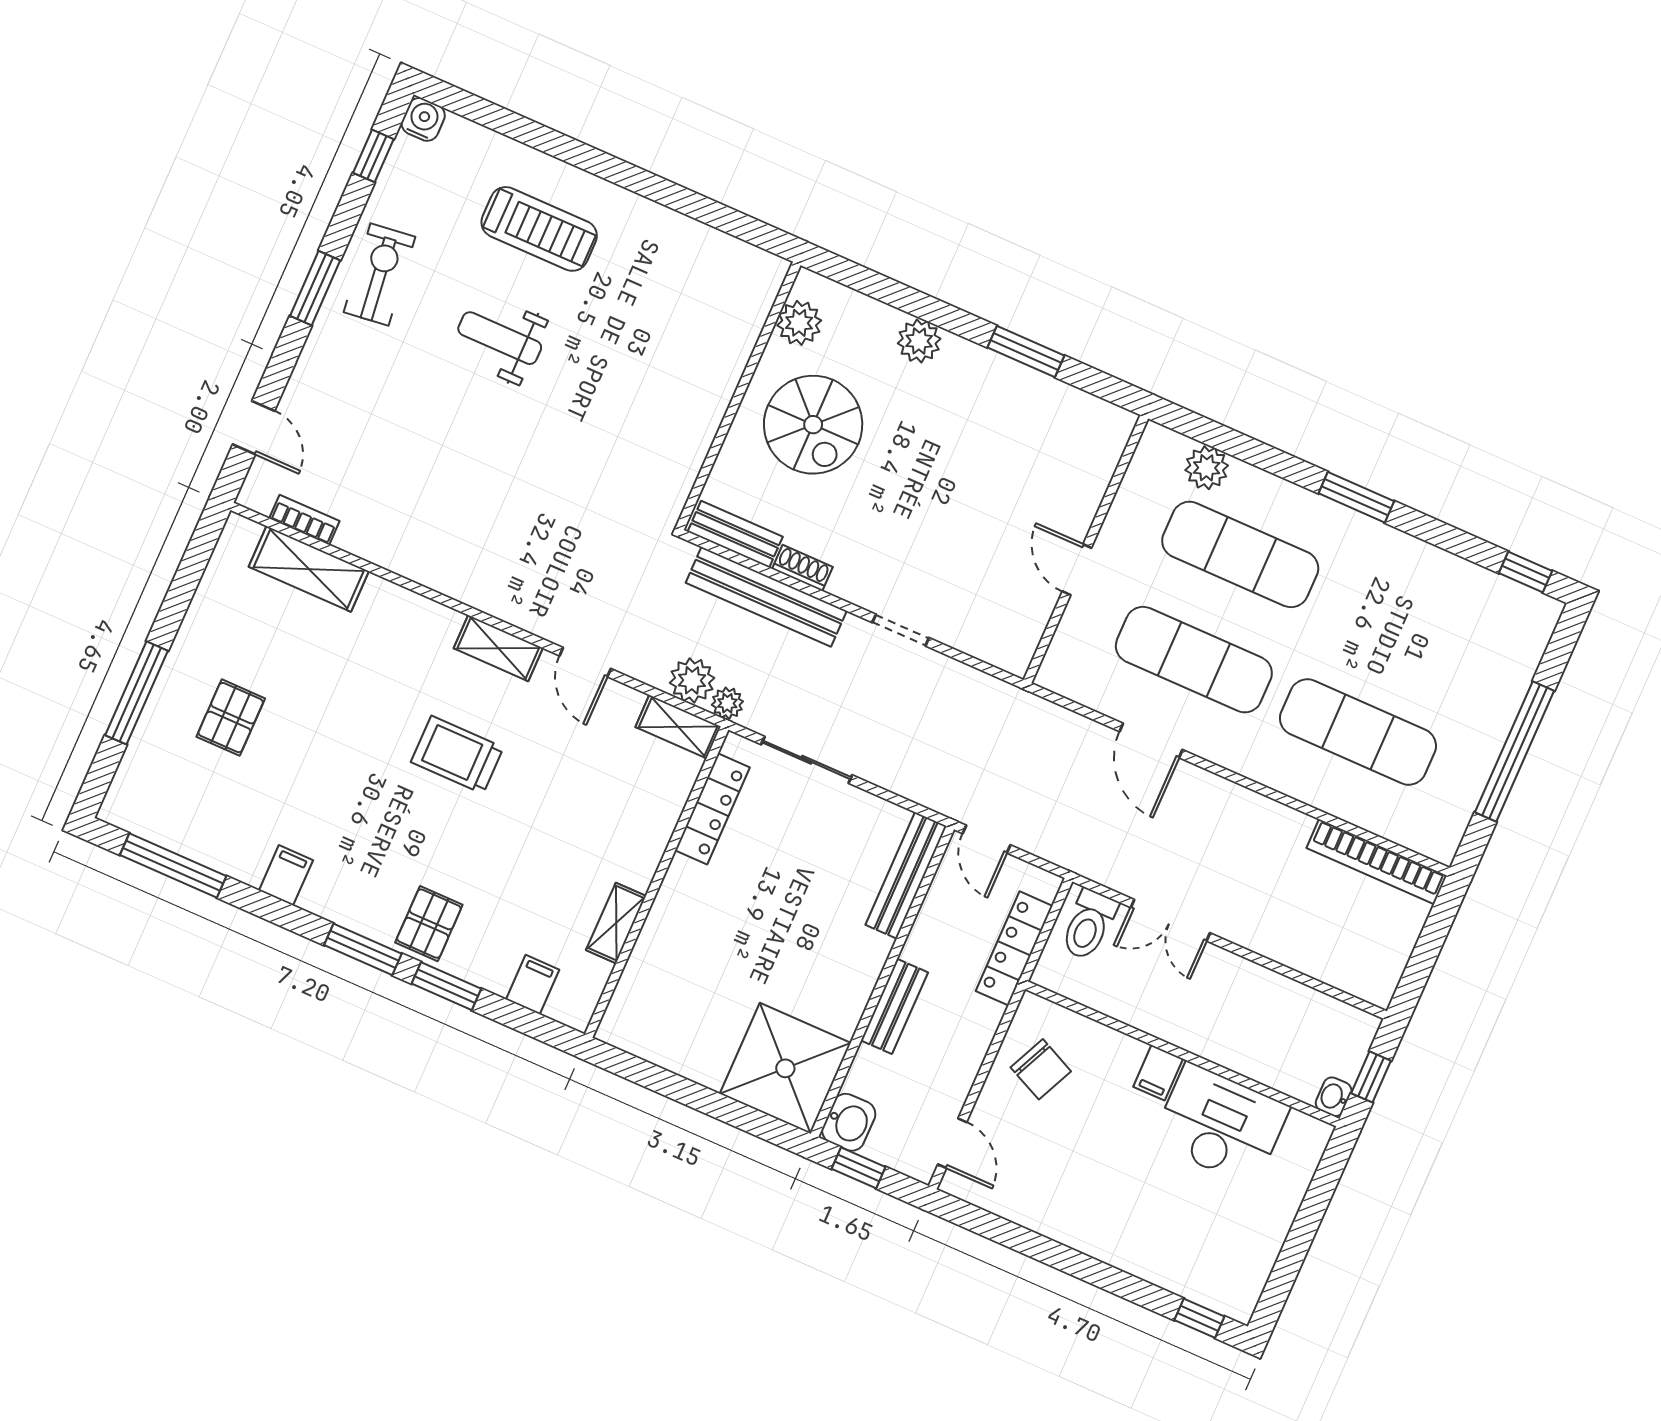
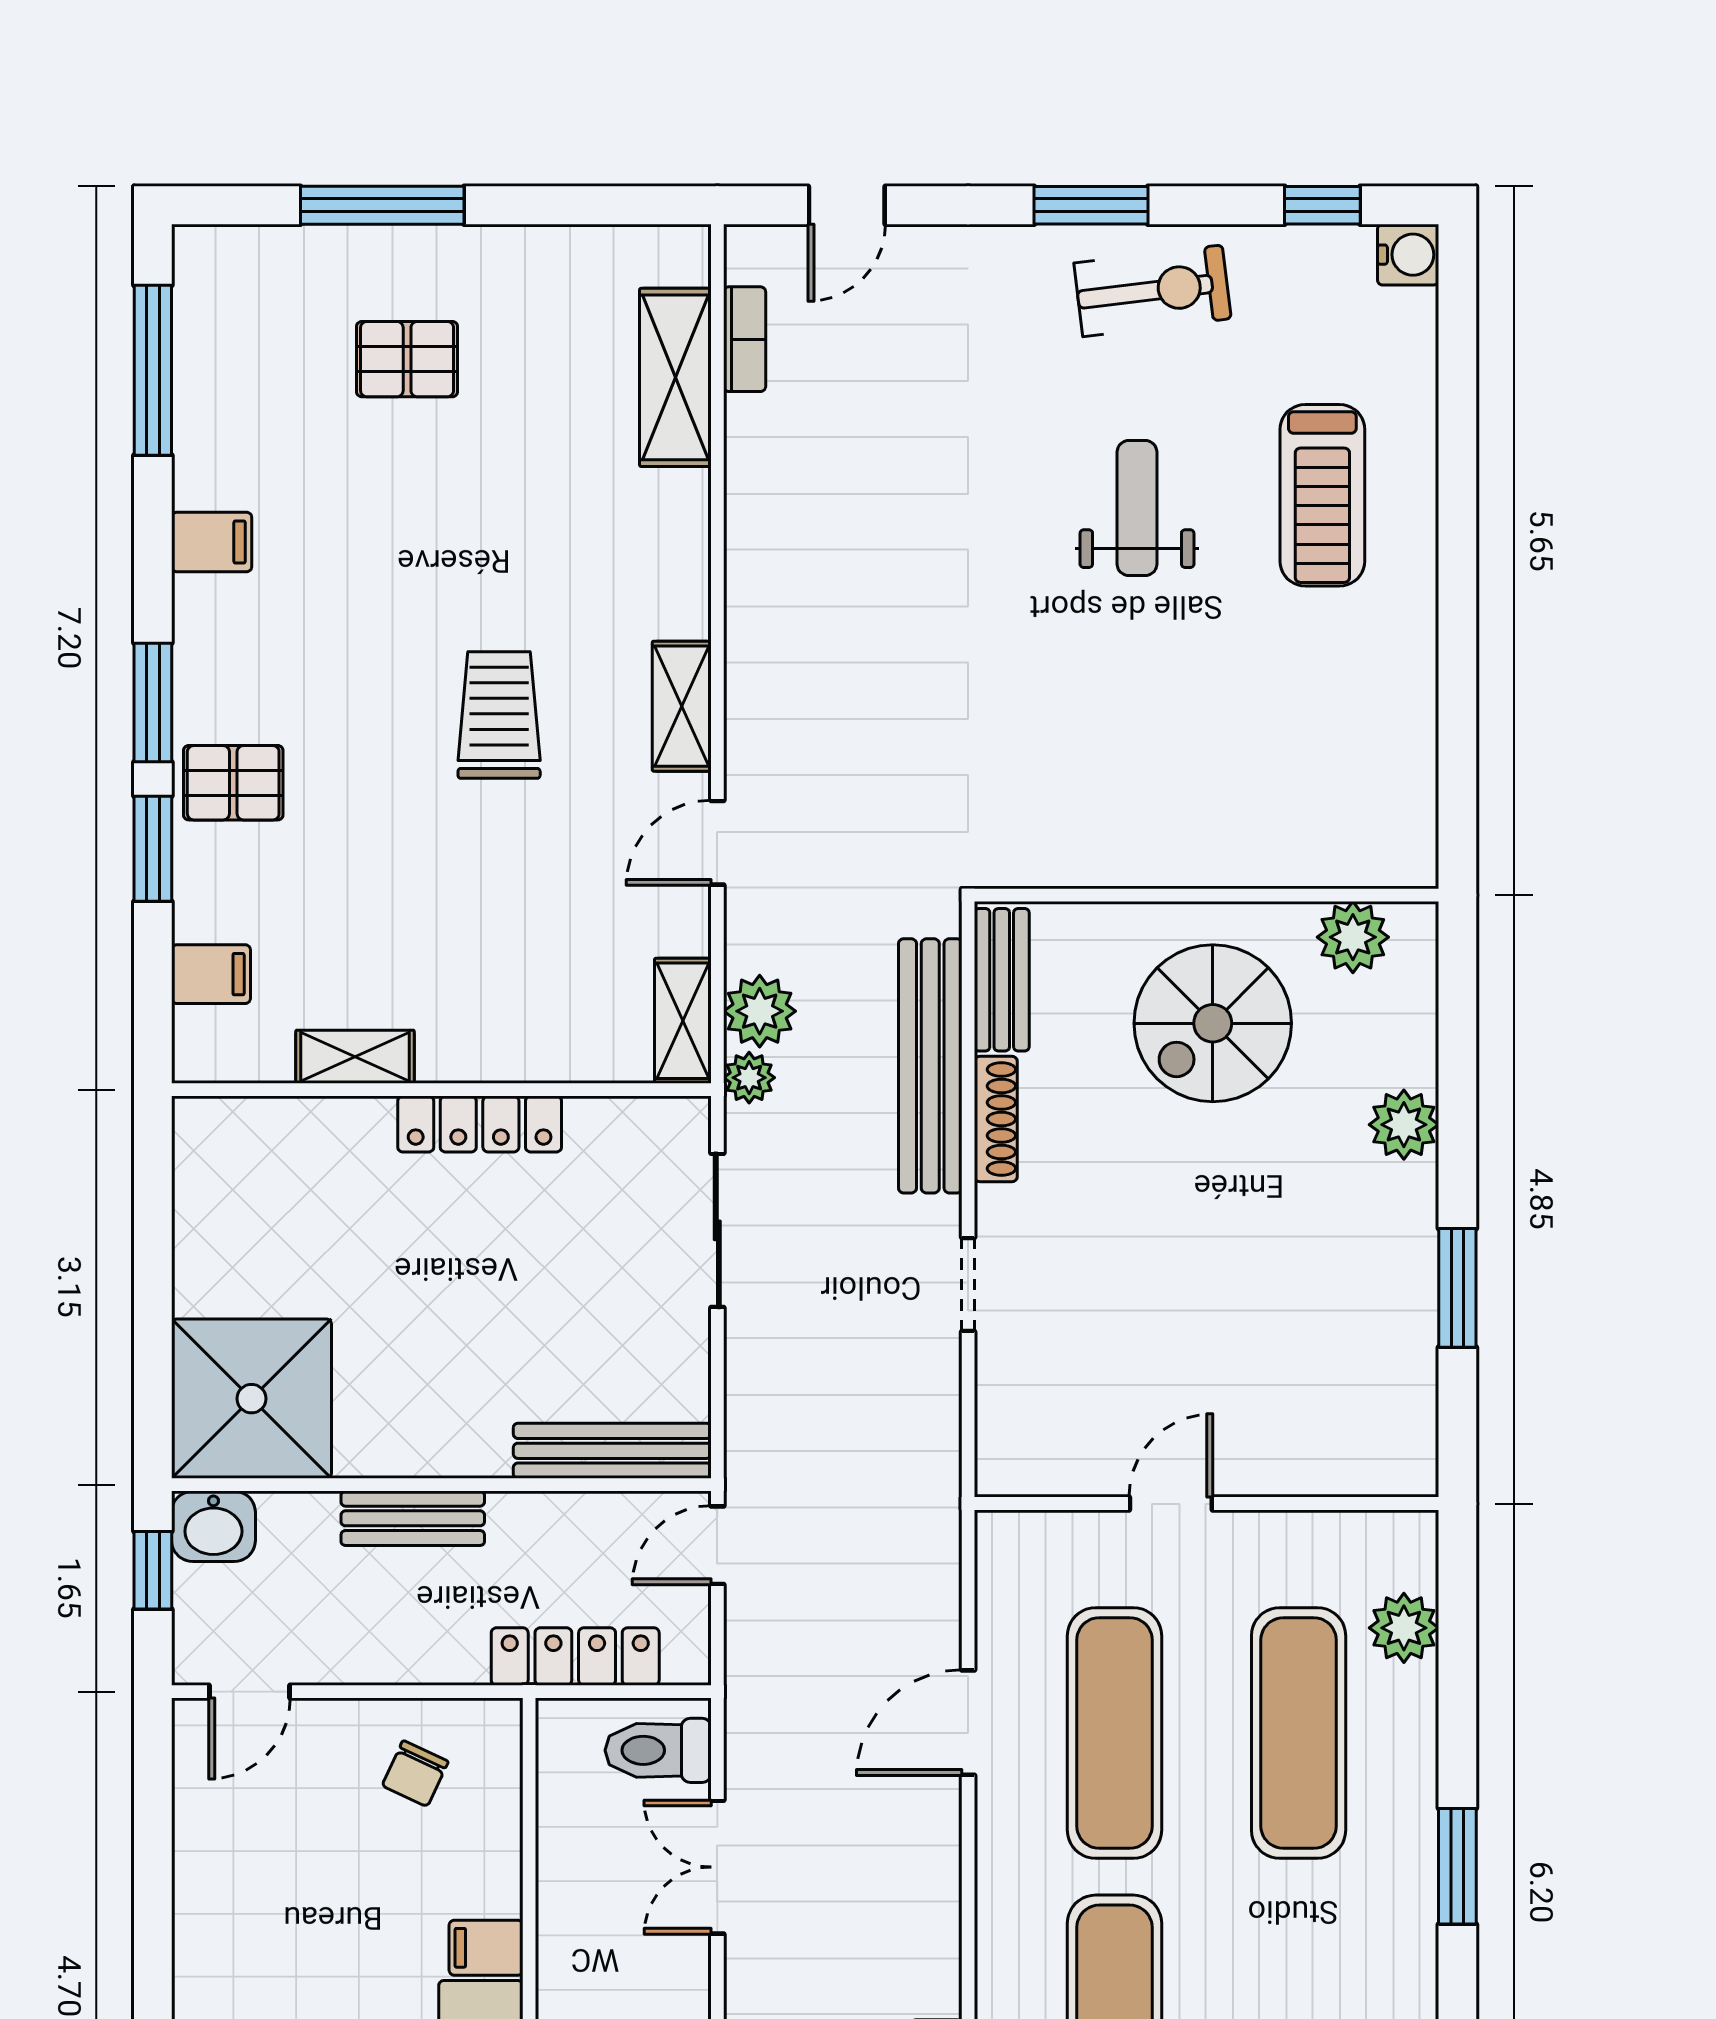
shoe rack: (802, 568) -> (996, 1119), width x1.43
locker: (712, 809) -> (480, 1124), moved
chair: (1041, 1069) -> (415, 1774), width x0.73, depth x0.73

